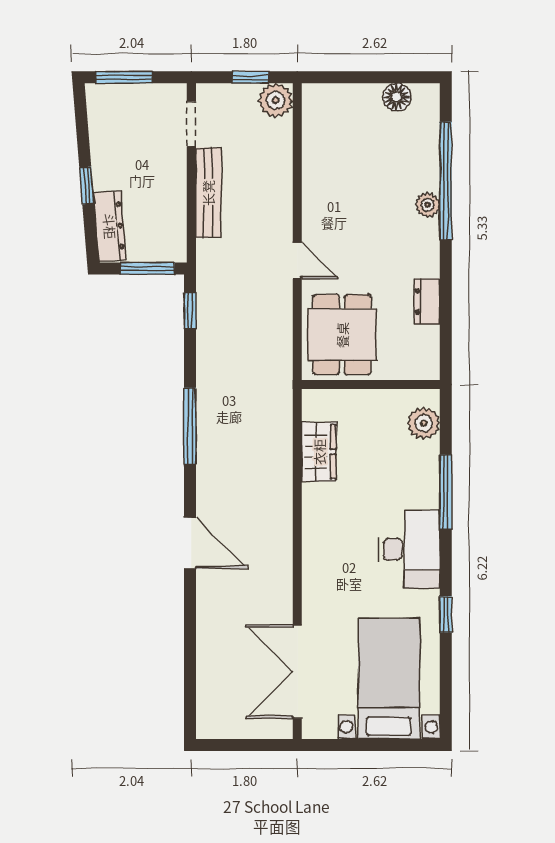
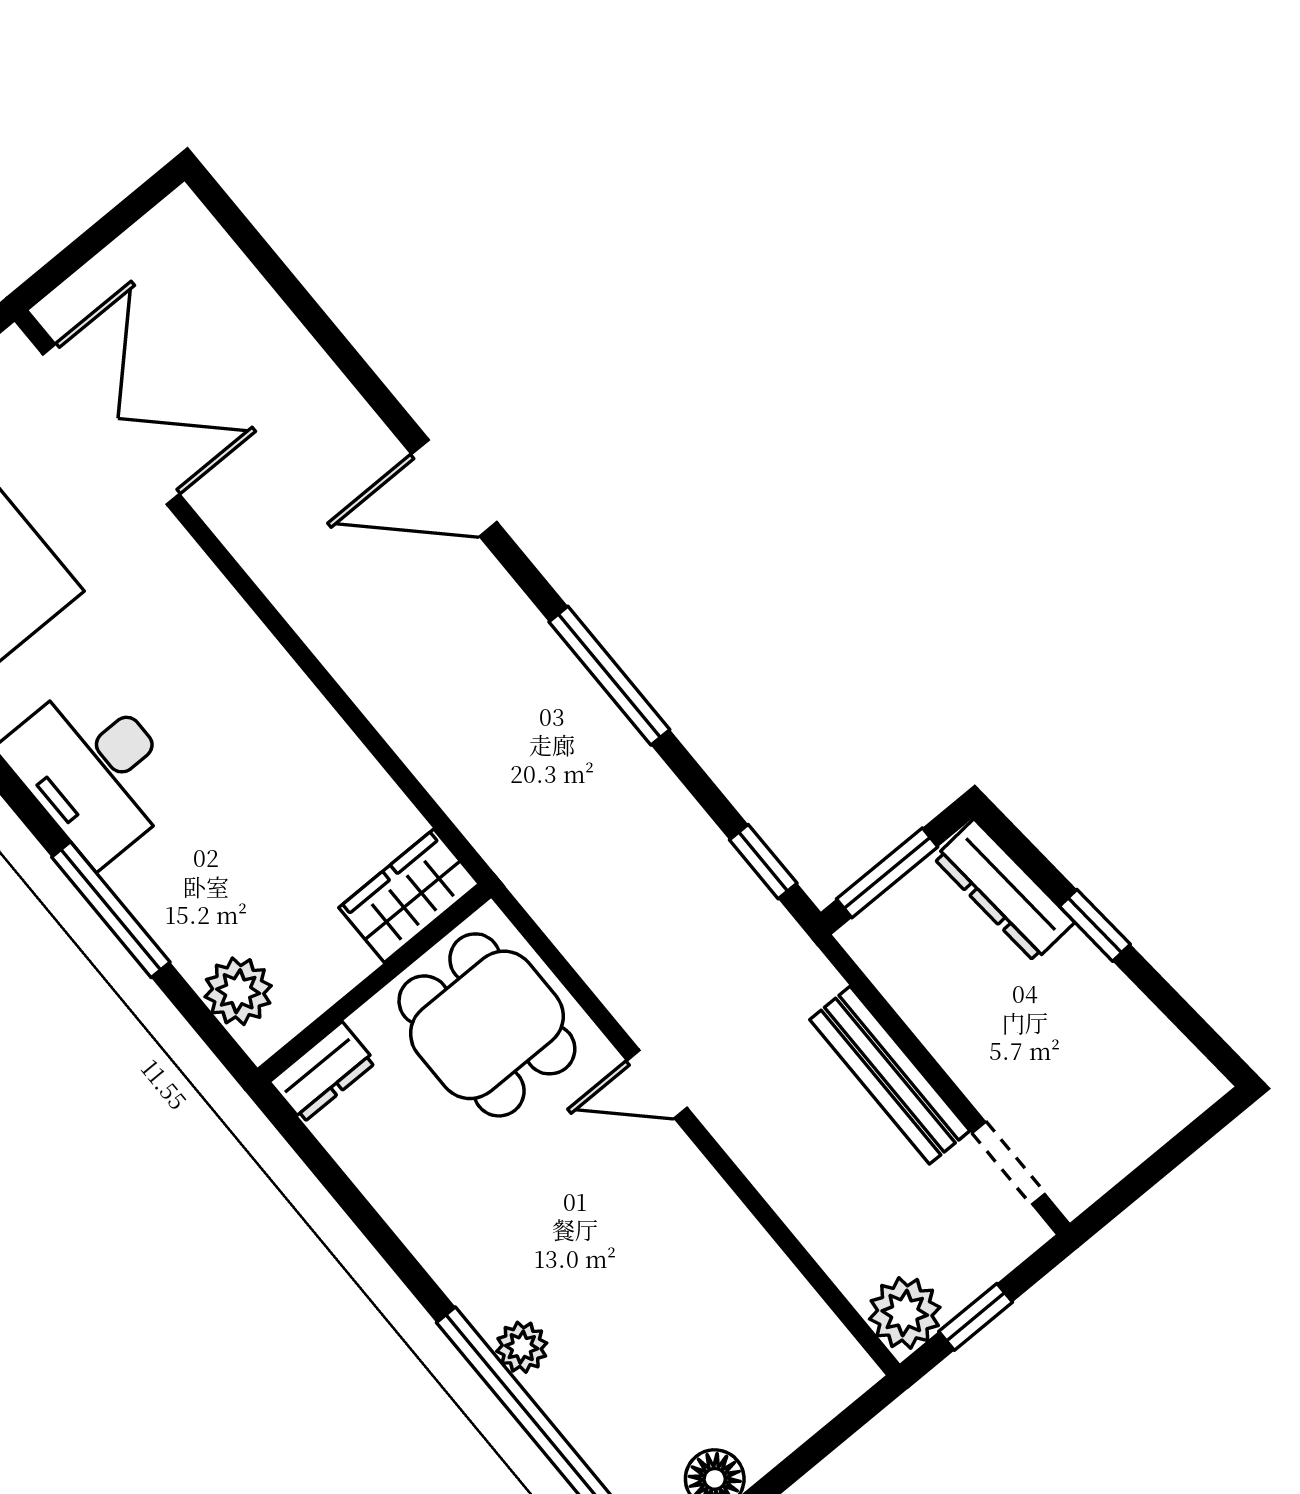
window: (124, 77) -> (1179, 1149), removed
dresser: (427, 301) -> (323, 1072), moved, turned 90
wardrobe: (319, 452) -> (409, 896), moved, turned 90

